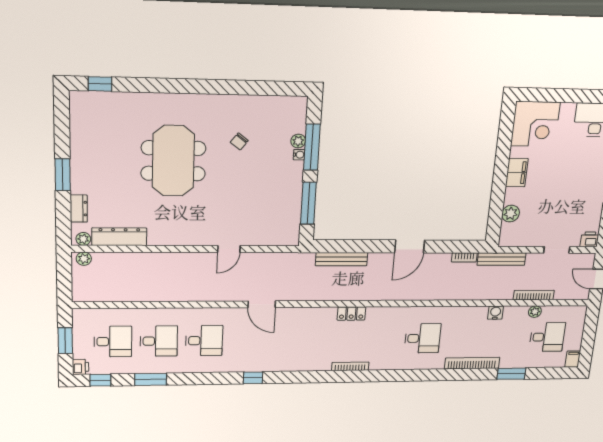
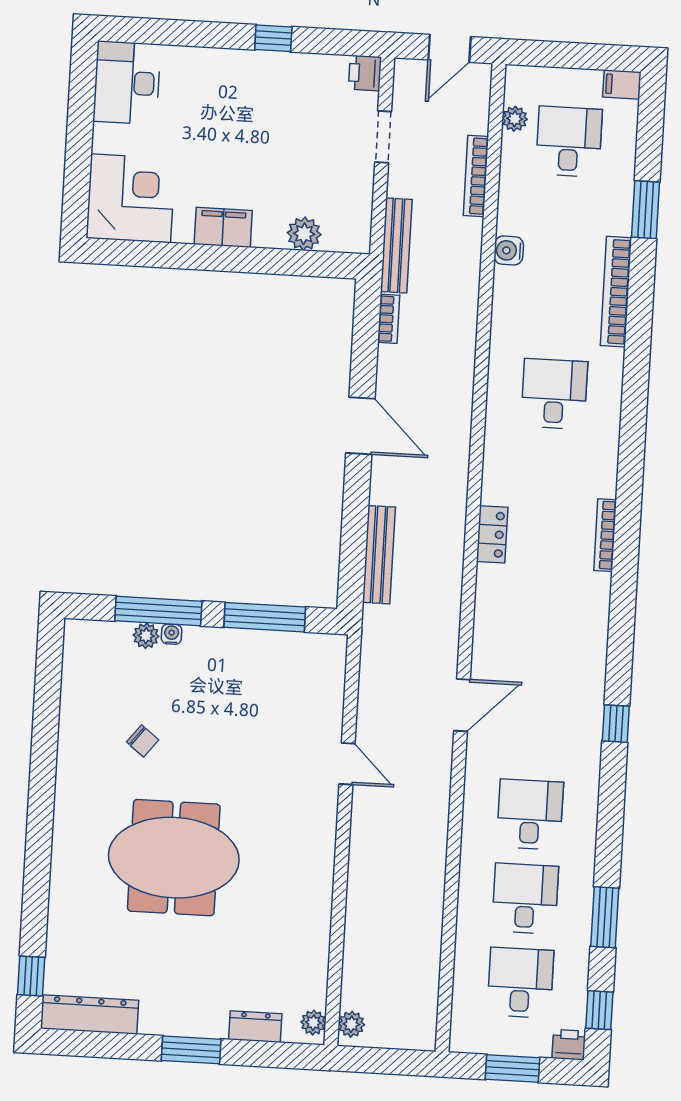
dresser: (119, 237) -> (90, 1014), moved, turned 90
plant: (535, 312) -> (515, 119), moved

